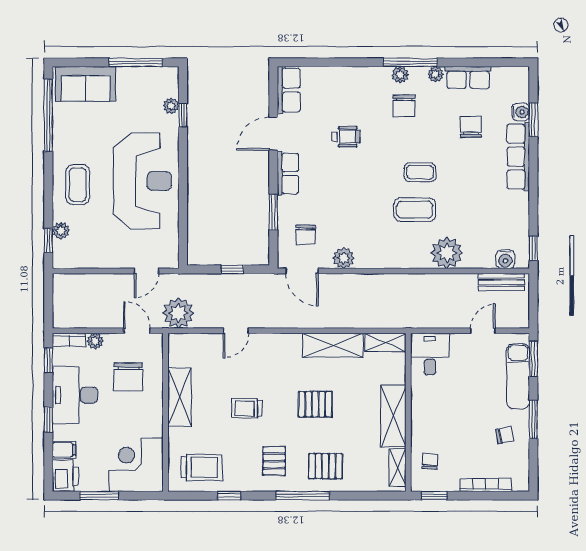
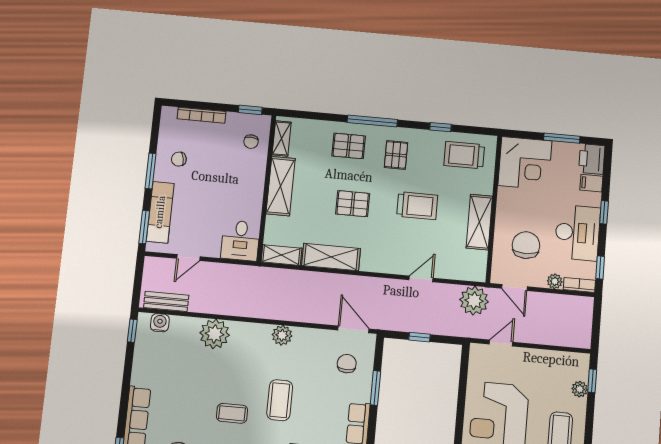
coffee table: (415, 210) -> (280, 400), moved, turned 90
plant: (344, 258) -> (282, 335), moved
trolley: (247, 408) -> (417, 206), width x1.36, depth x1.39

